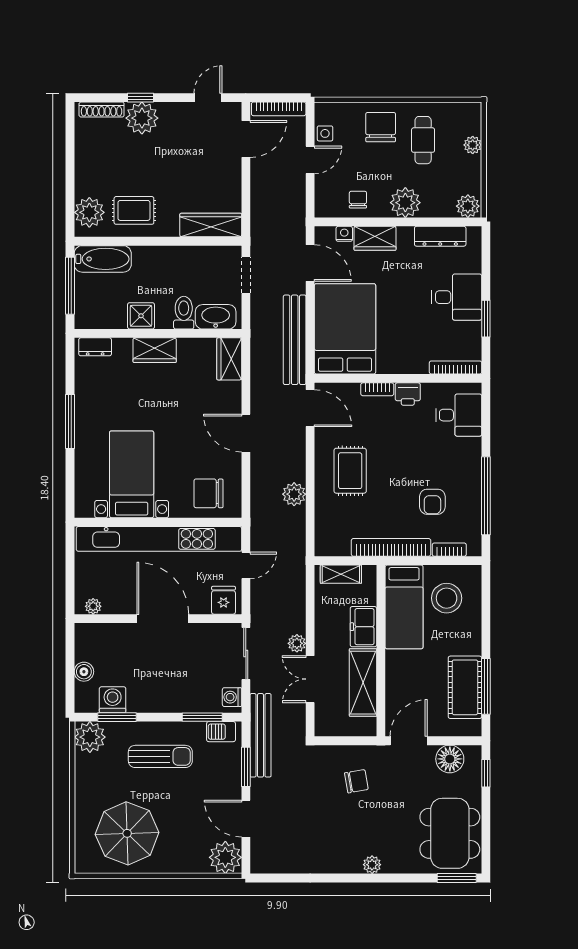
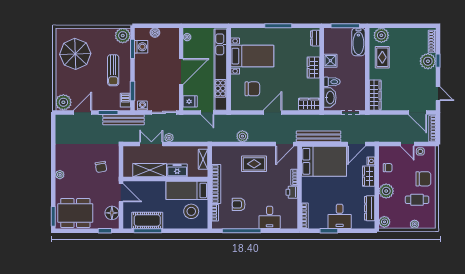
desk: (459, 415) -> (270, 217), moved
chair: (209, 493) -> (252, 89), moved, turned 90

